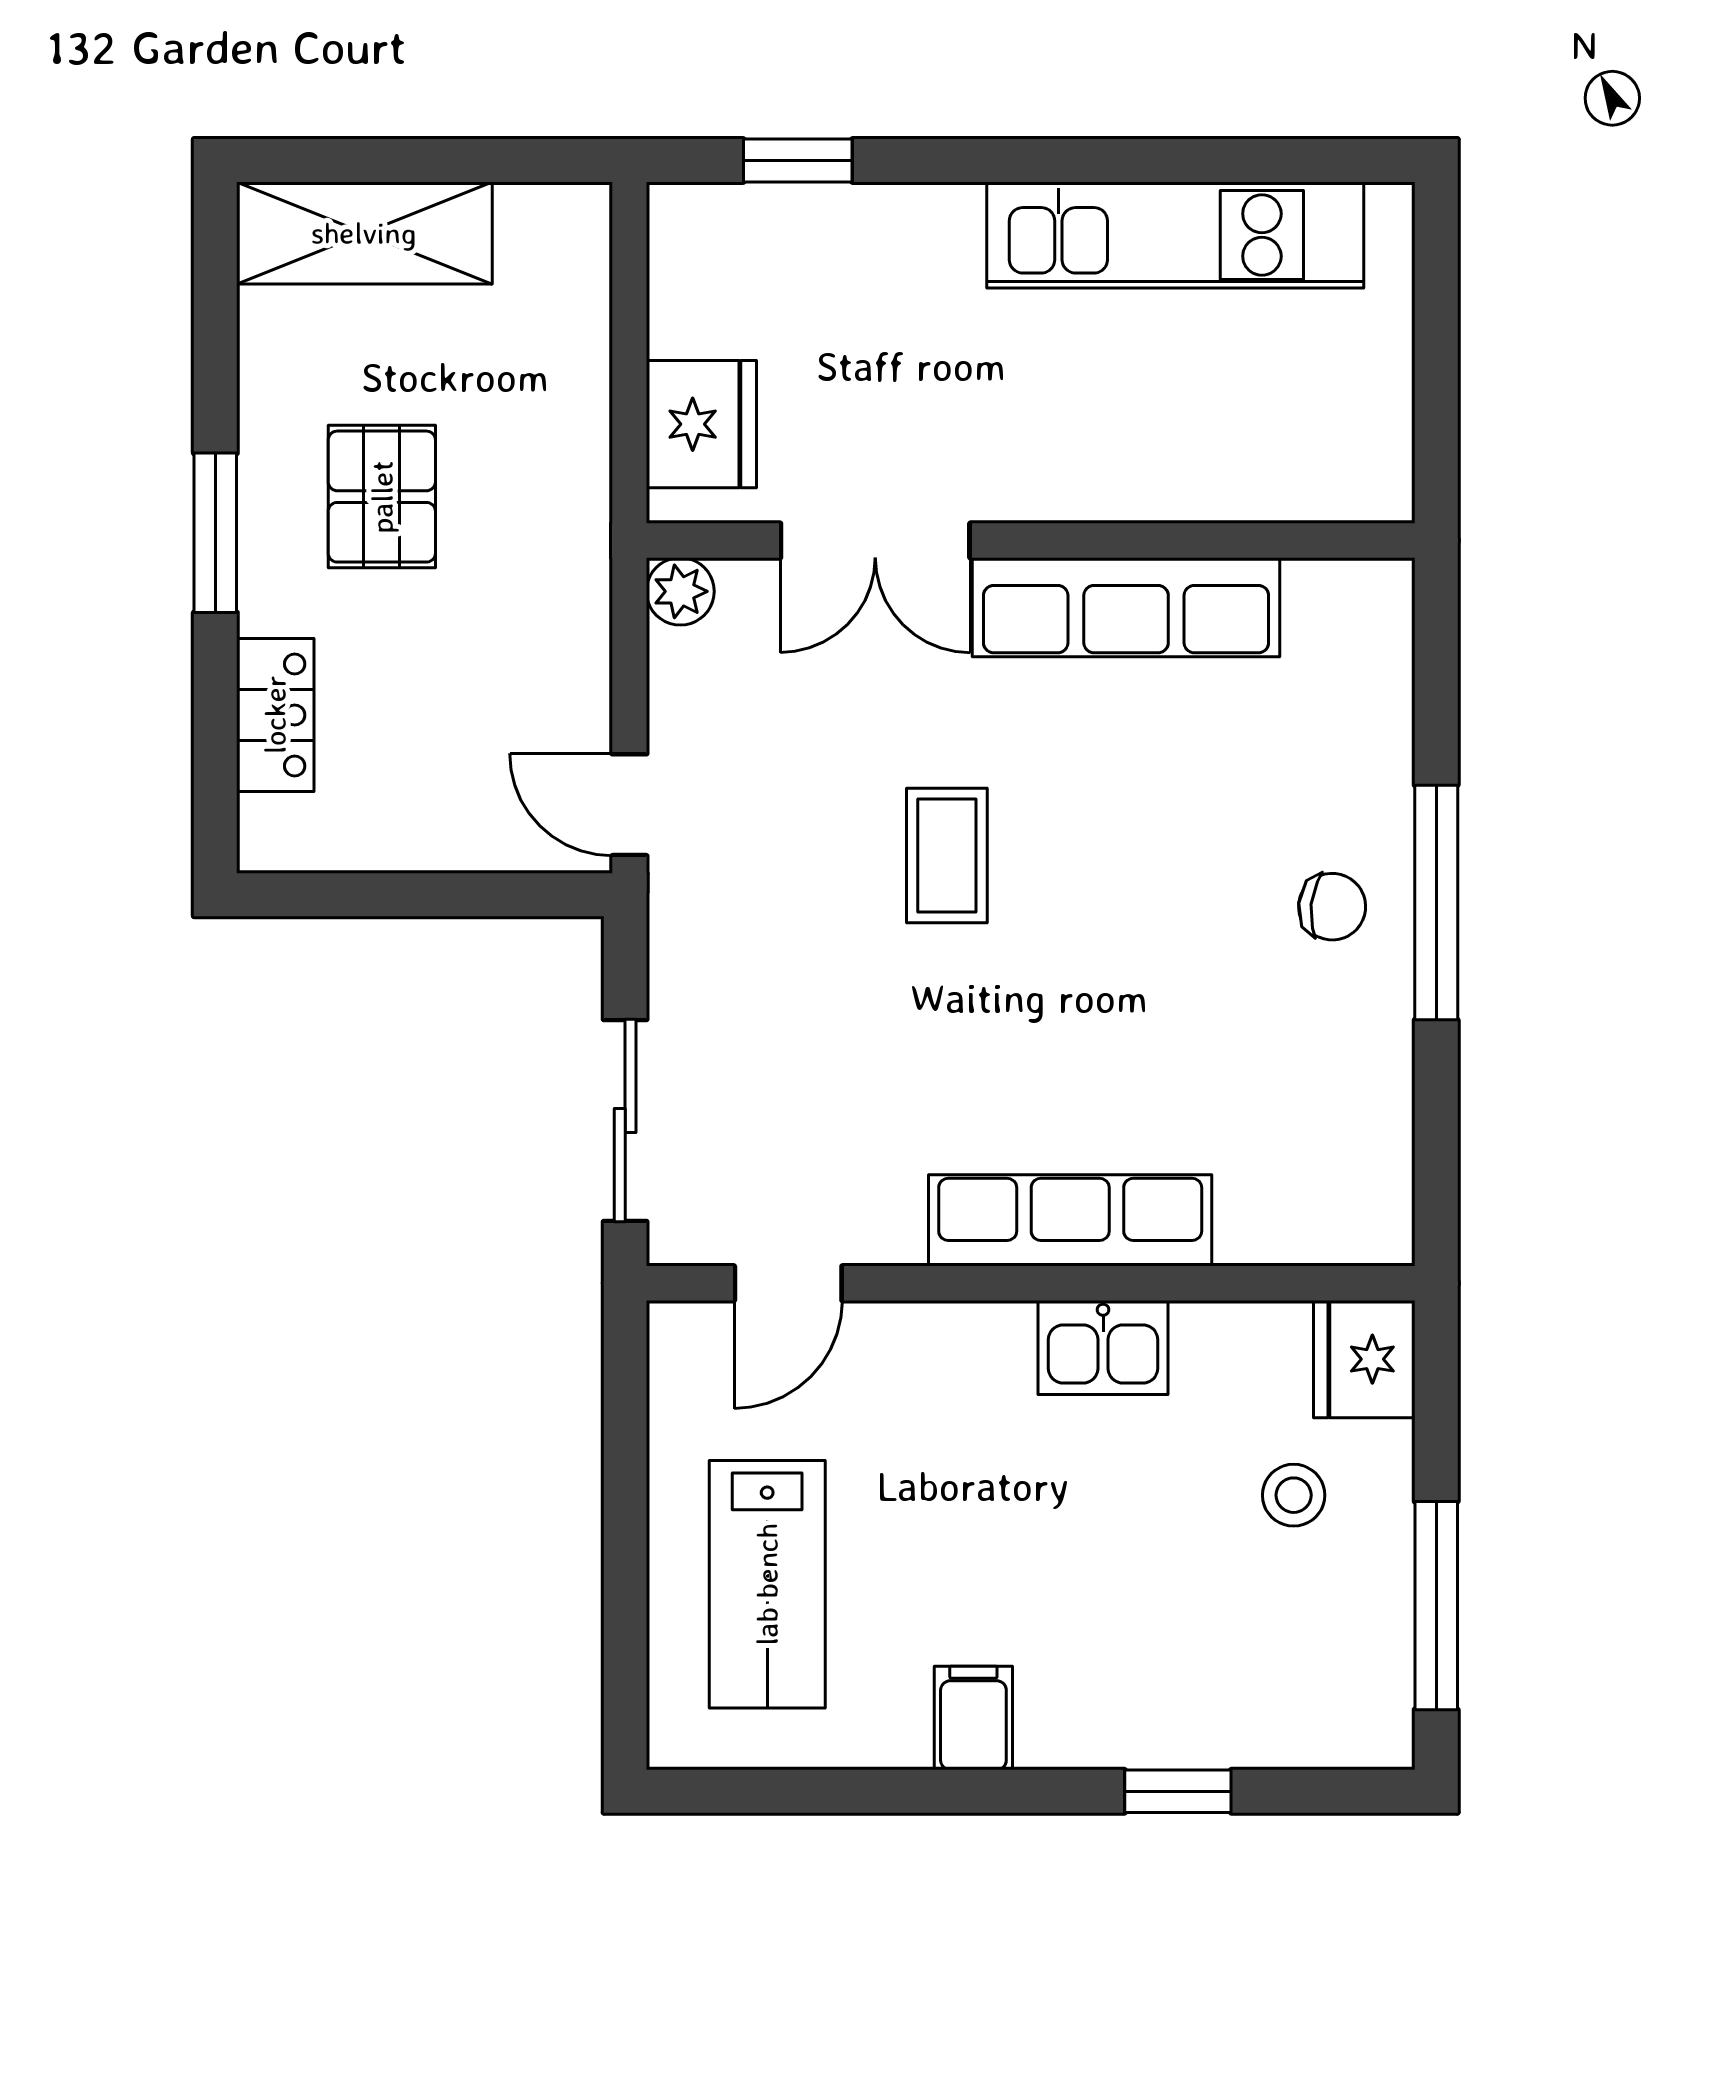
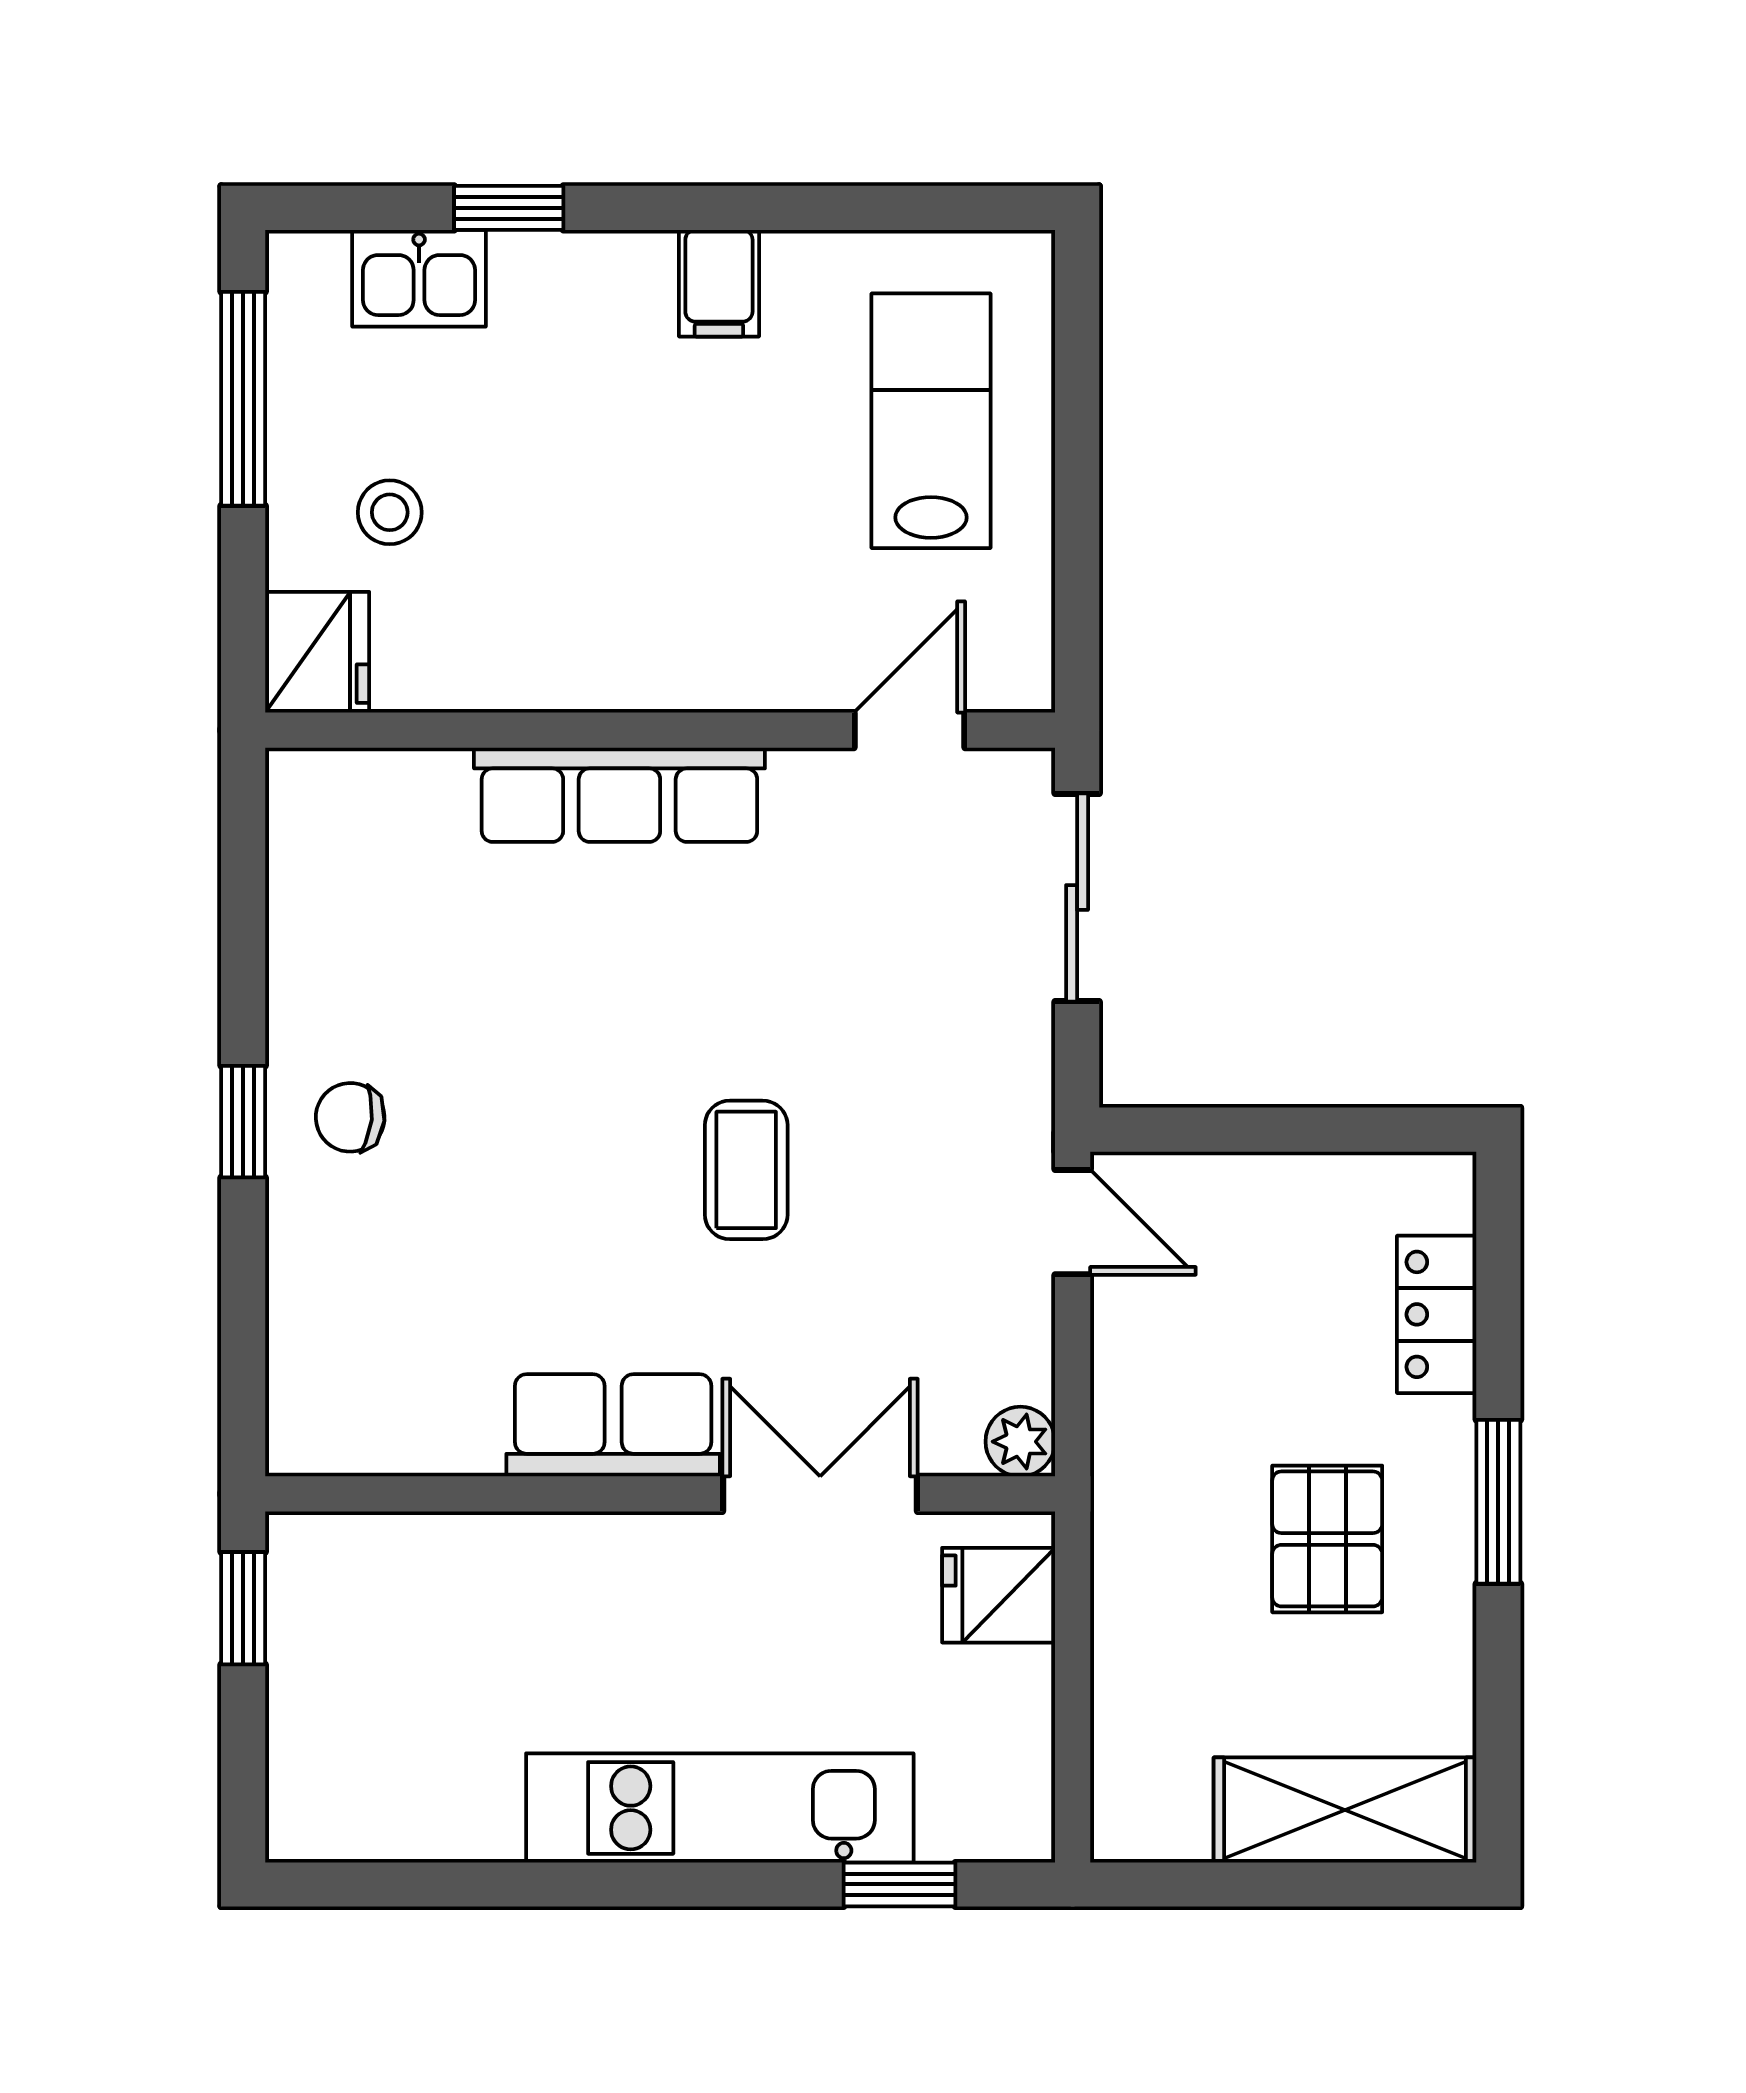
kitchen unit: (1175, 235) -> (720, 1808), moved
fridge: (701, 424) -> (999, 1595), width x0.72
window: (1436, 429) -> (243, 1608), added
row of seats: (1126, 607) -> (613, 1425), width x0.68
window: (1436, 902) -> (243, 1122), width x0.46
kitchen sink: (1103, 1347) -> (419, 278), moved, turned 180

